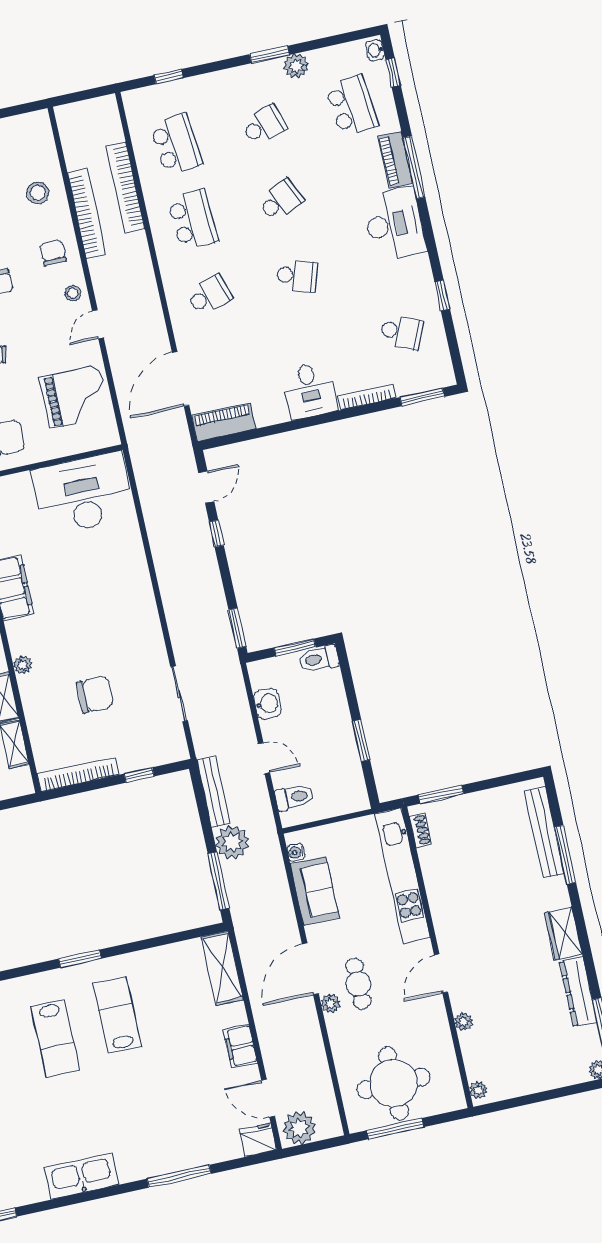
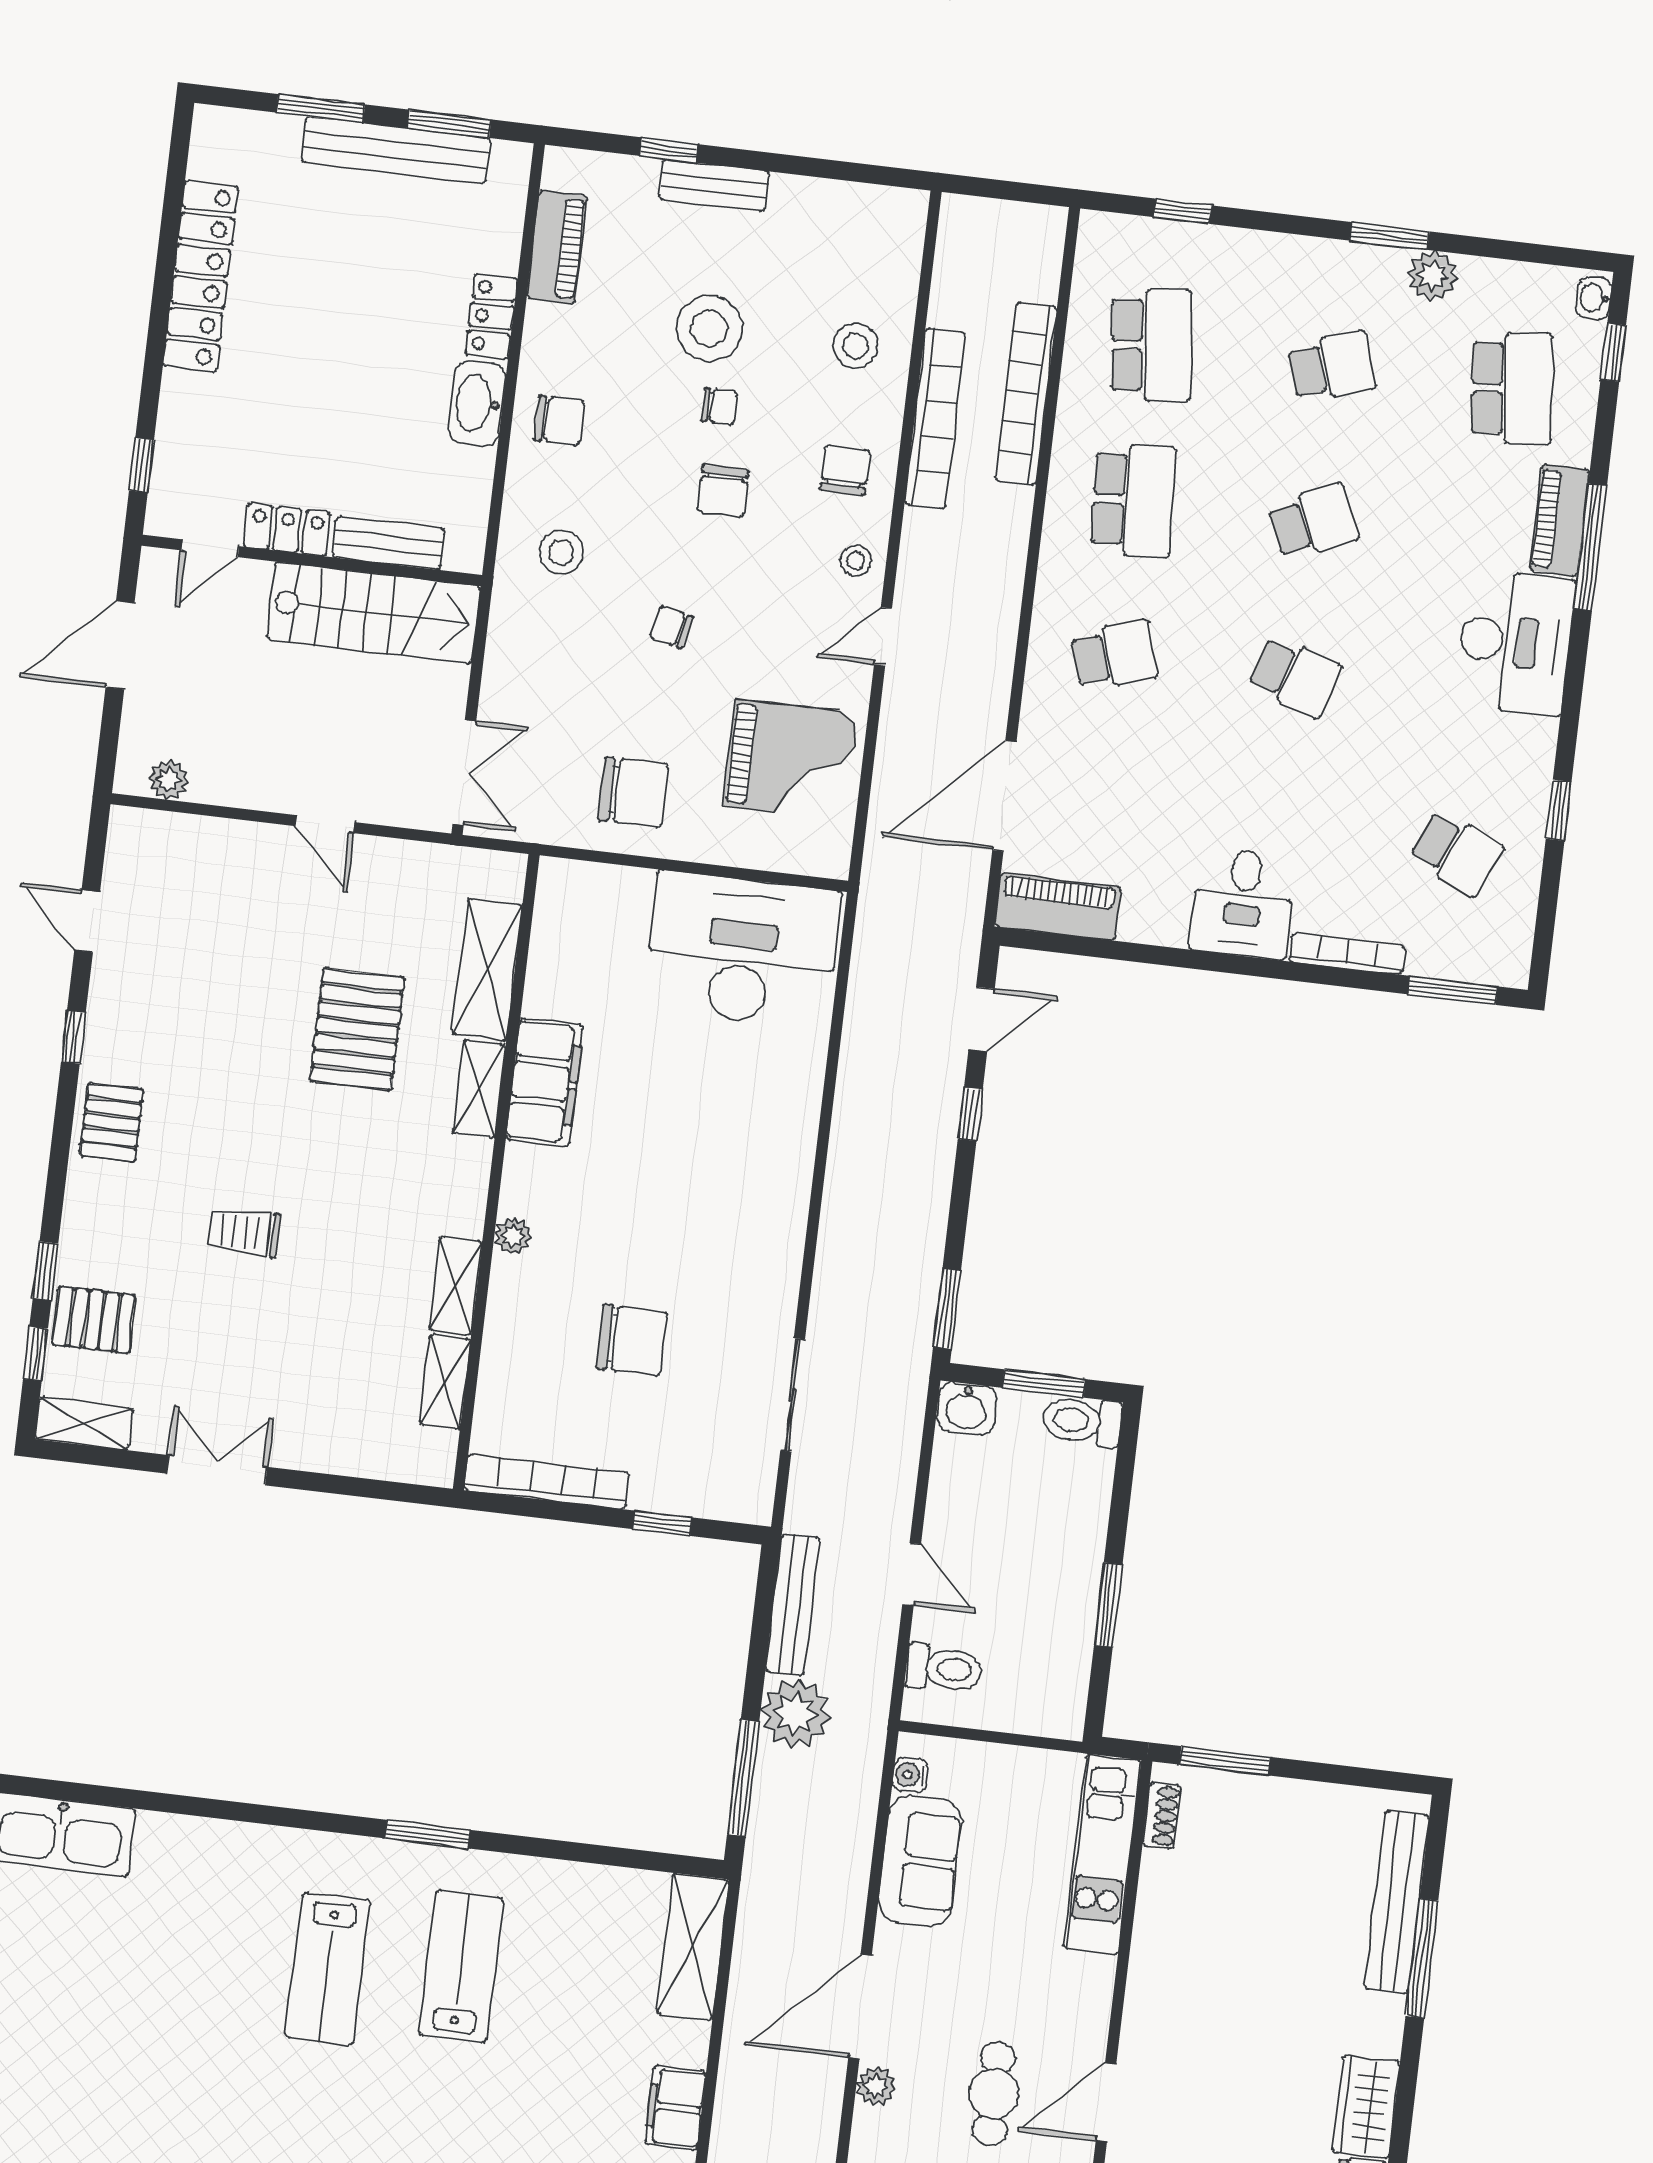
washbasin: (267, 704) -> (966, 1409), moved, turned 90
kitchen unit: (403, 875) -> (1102, 1854), width x0.73
cafe table: (358, 984) -> (994, 2094), moved

